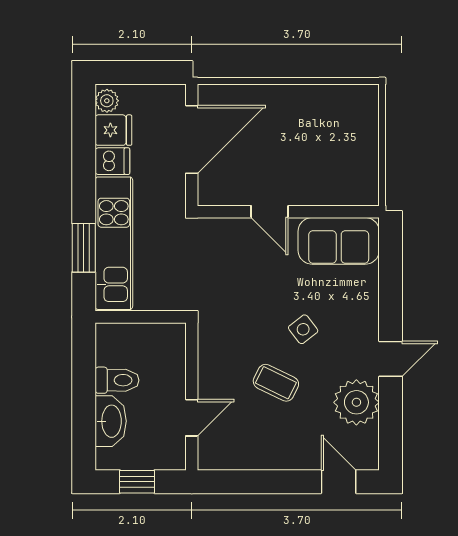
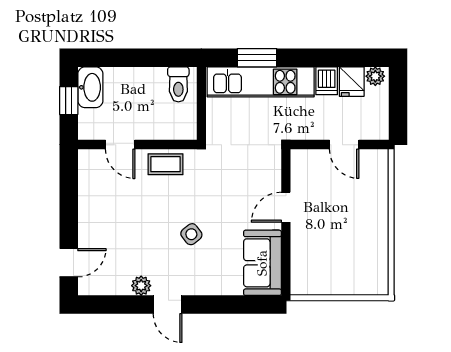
door: (192, 139) -> (344, 145), width x0.53
toilet: (117, 380) -> (178, 84), moved
coffee table: (276, 383) -> (166, 164), moved, turned 64
plant: (356, 402) -> (141, 286), width x0.53, depth x0.53
washbasin: (111, 421) -> (90, 87), moved, turned -90

